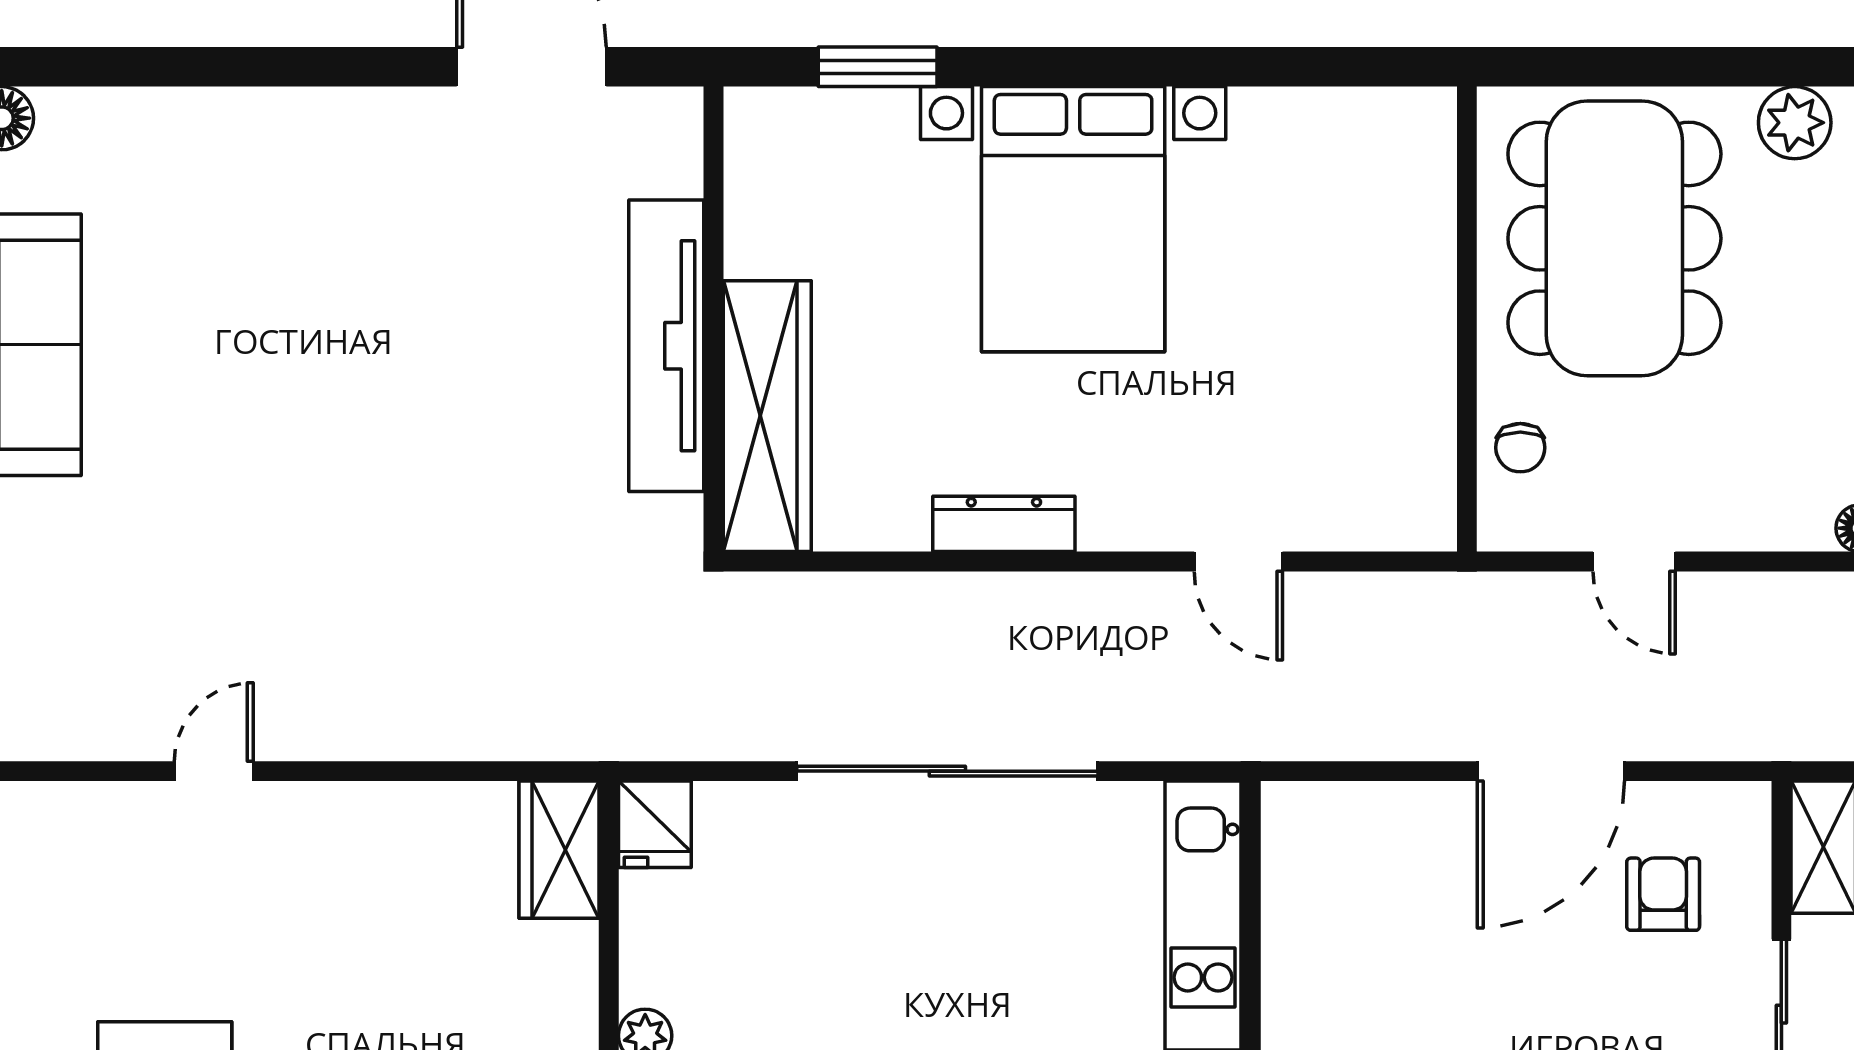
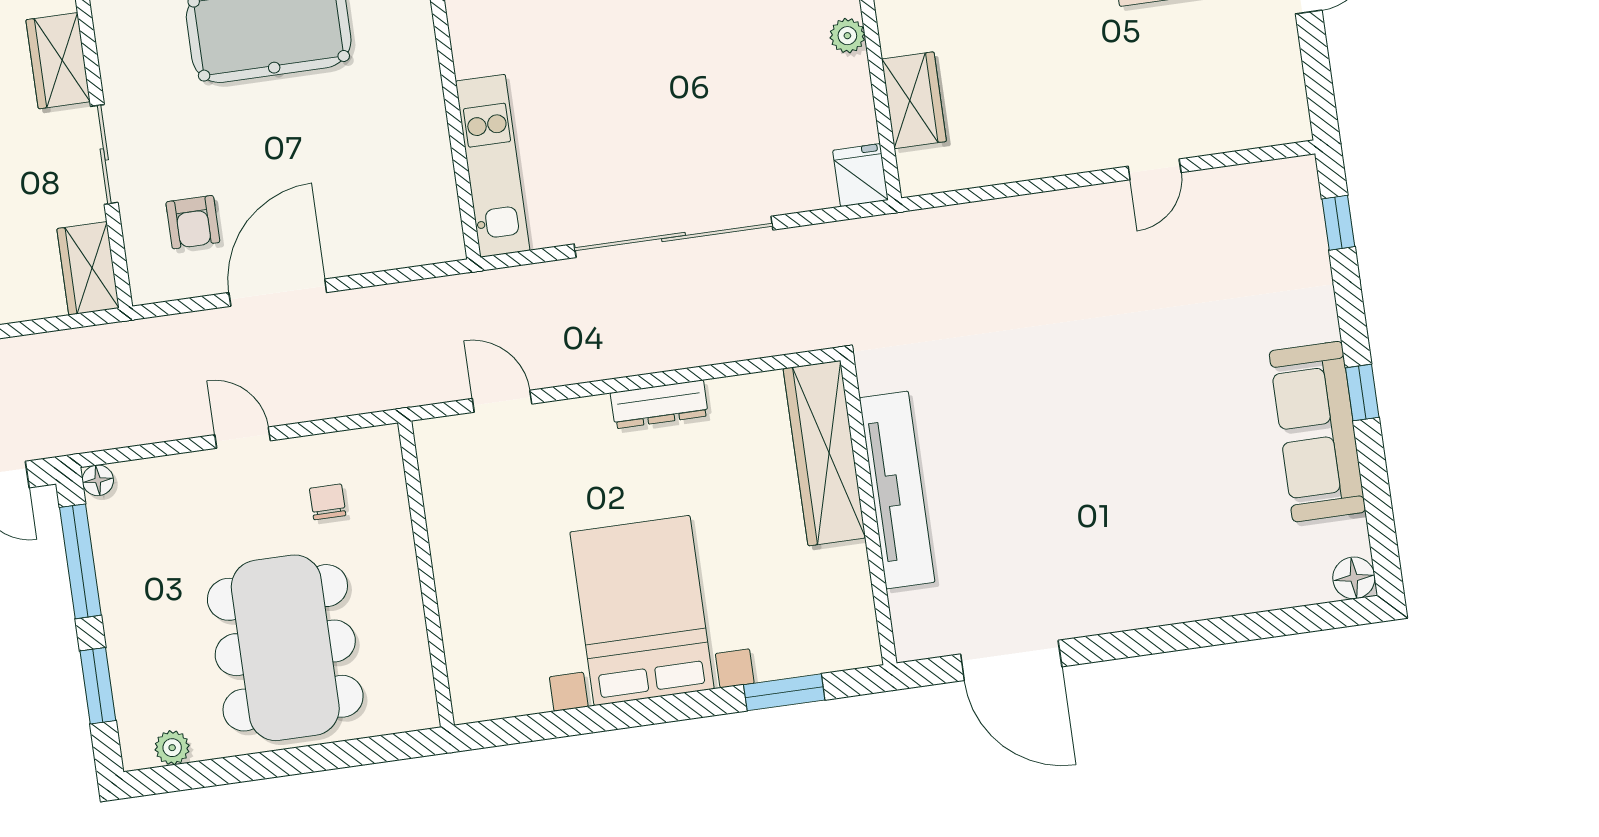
plant: (1795, 123) -> (172, 748), width x0.73, depth x0.73
wall: (1467, 319) -> (426, 574), moved
wardrobe: (559, 850) -> (914, 100), moved

